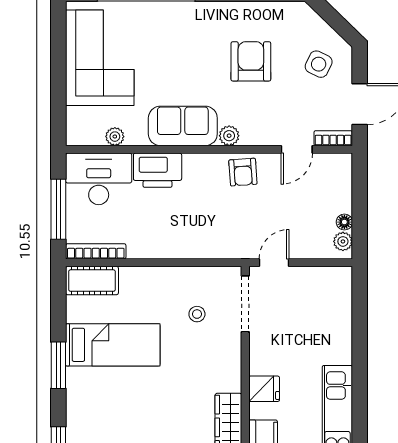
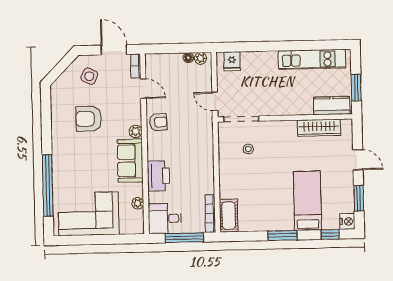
desk: (99, 179) -> (165, 218), width x0.73
bed: (113, 345) -> (307, 201), moved
fridge: (264, 389) -> (232, 61), moved, turned 180

